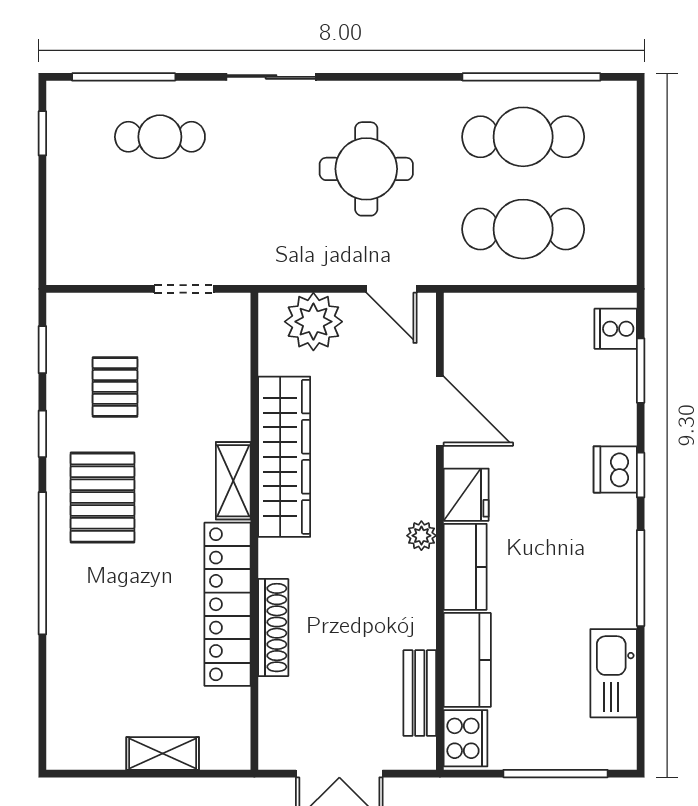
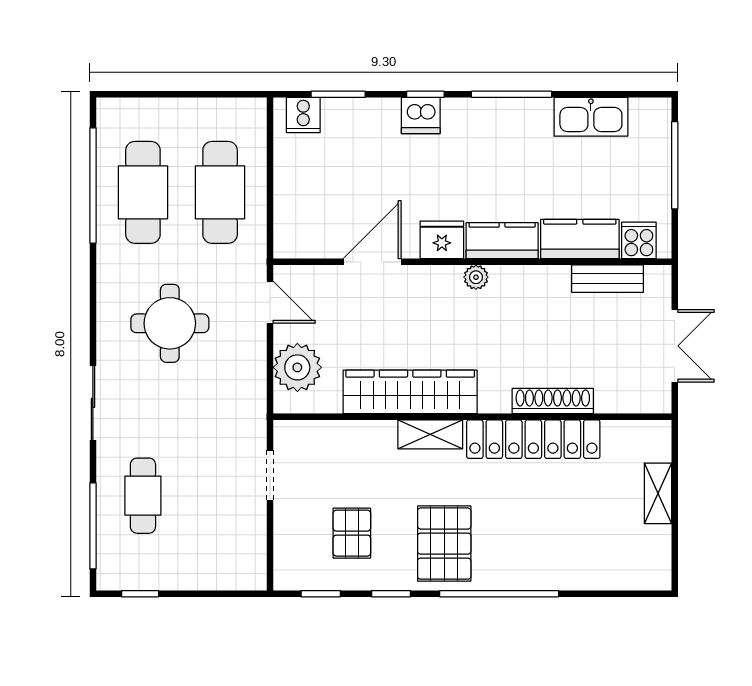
door: (392, 289) -> (270, 302), hinge flipped
pallet: (115, 387) -> (352, 533), turned 90
pallet: (102, 498) -> (444, 544), turned 90
cooker: (466, 738) -> (639, 240), width x0.73

